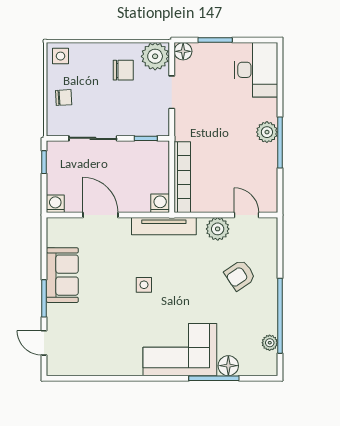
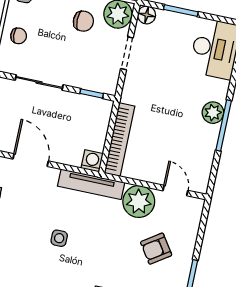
plant: (218, 229) -> (139, 202), width x1.36, depth x1.36

